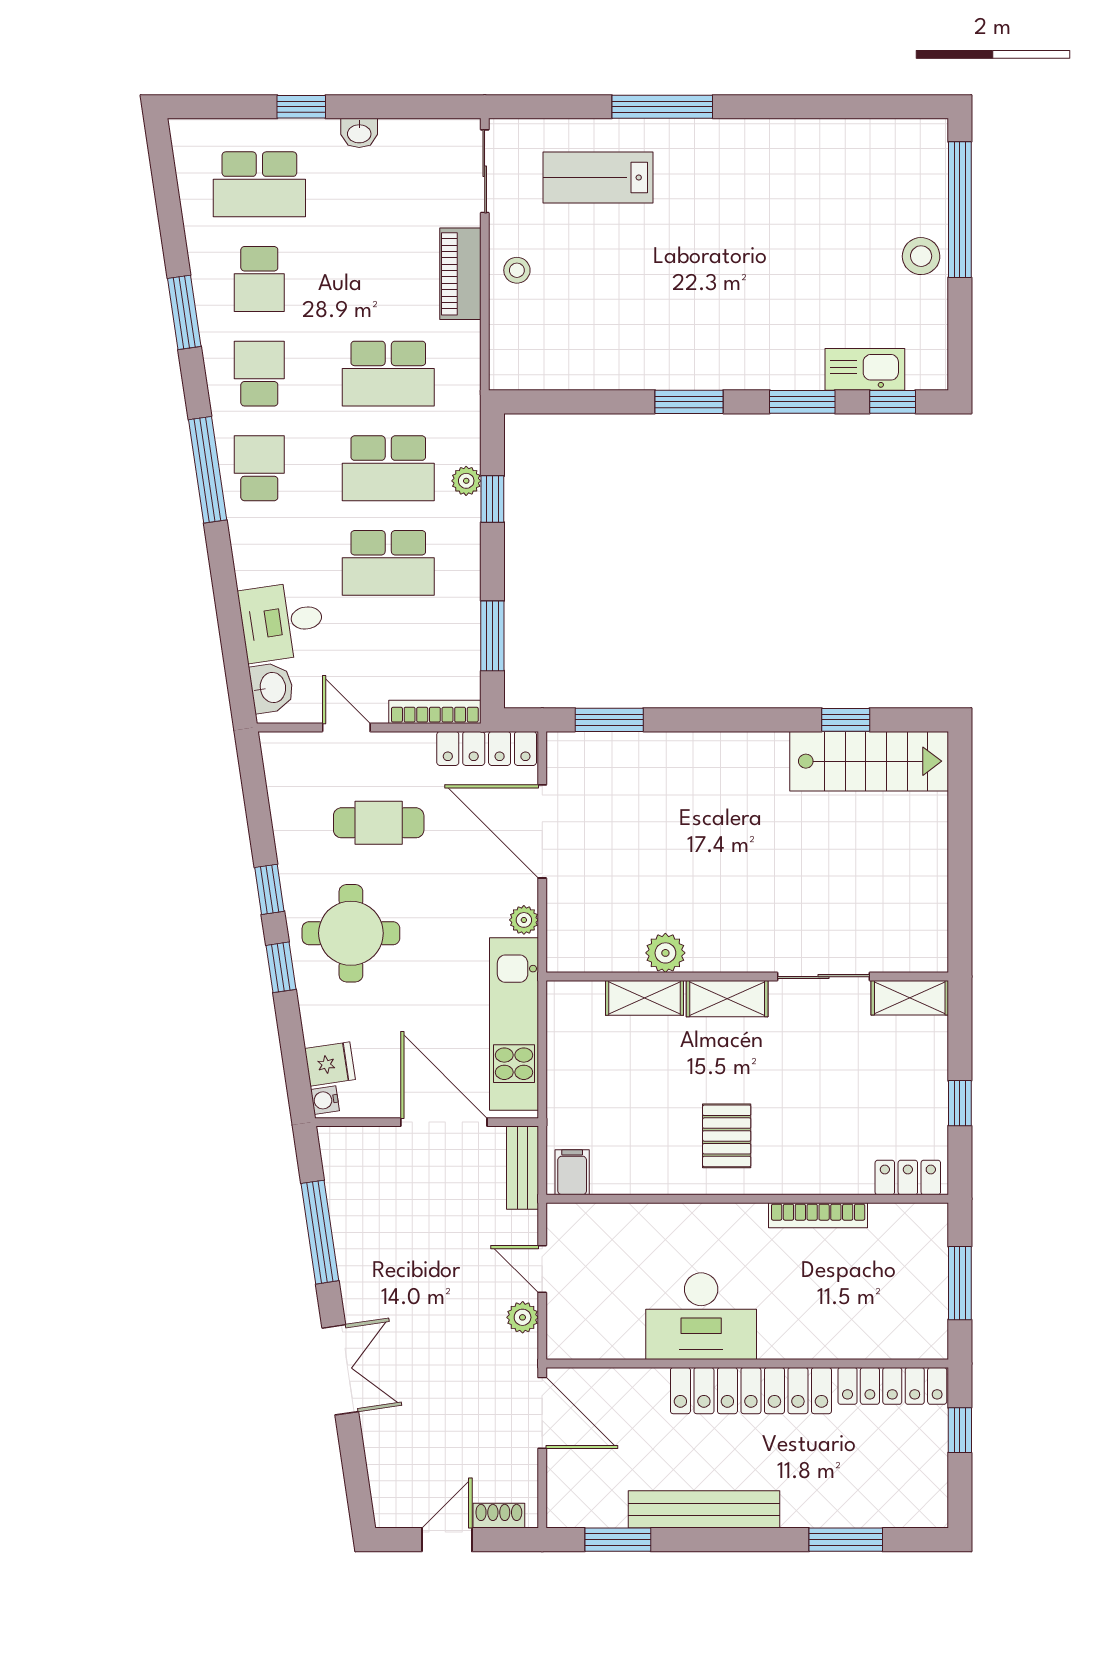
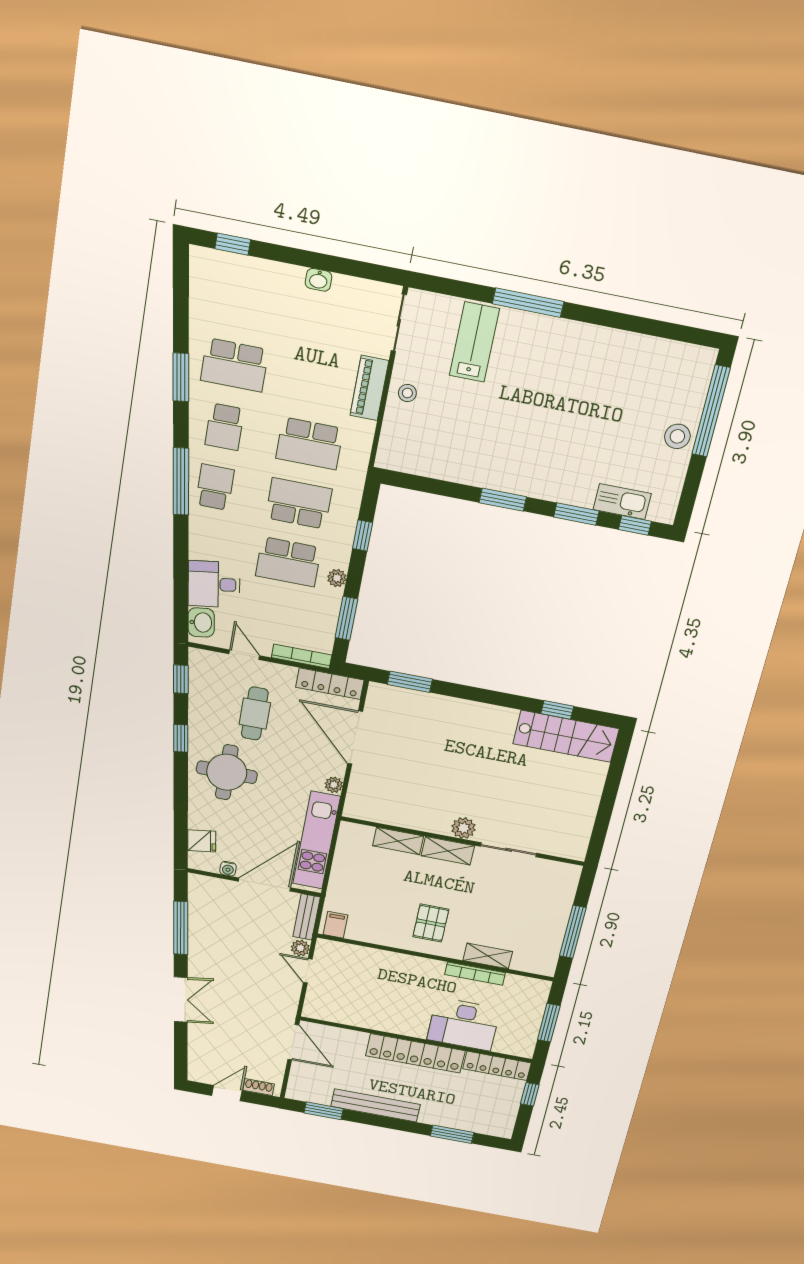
window: (301, 107) -> (233, 244), moved
lab bench: (598, 178) -> (474, 342), turned 90
school desk: (259, 184) -> (245, 301), removed
school desk: (259, 279) -> (234, 365), width x1.85
school desk: (259, 374) -> (225, 427), turned 180
school desk: (388, 468) -> (299, 503), turned 180
plant: (466, 481) -> (337, 578), moved
cafe table: (379, 823) -> (255, 714), turned 90
plant: (665, 953) -> (463, 828), moved
window: (281, 967) -> (181, 679), moved
shelving: (910, 998) -> (488, 956), moved
water cooler: (325, 1100) -> (228, 869), moved, turned -82
window: (960, 1103) -> (573, 932), width x2.17
door: (444, 1122) -> (264, 885), hinge flipped
locker: (908, 1177) -> (532, 964), removed
desk: (701, 1316) -> (464, 1024), moved
plant: (523, 1317) -> (300, 948), moved

